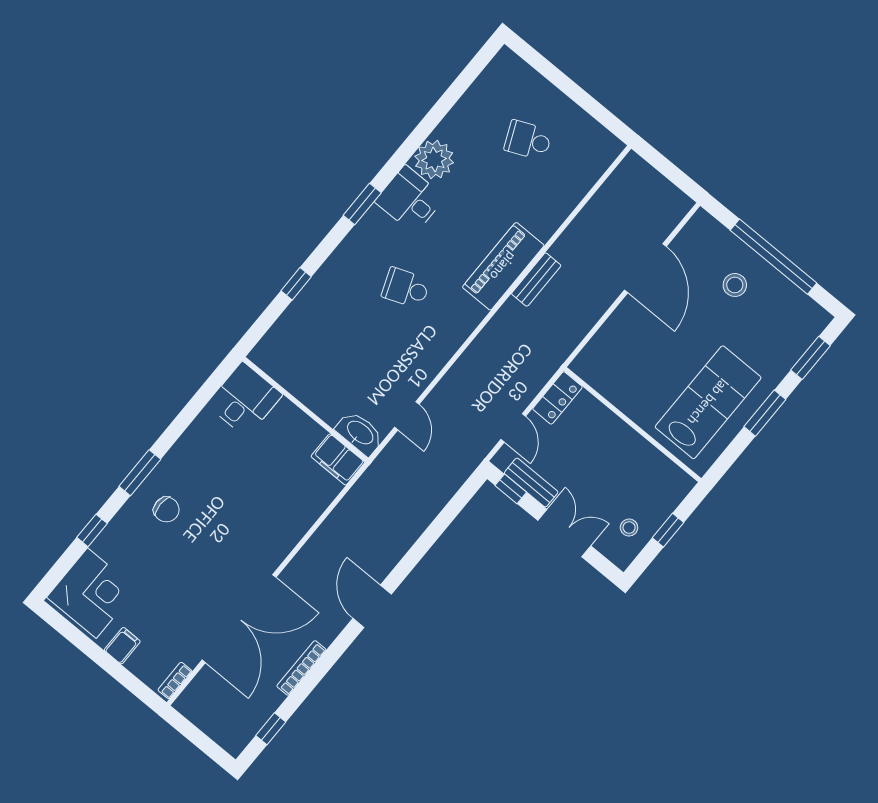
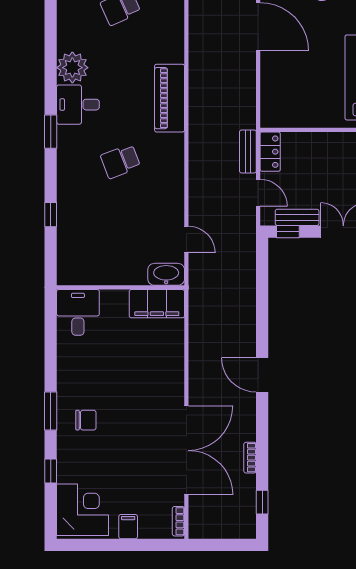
bench: (536, 280) -> (248, 151), moved
filing cabinet: (338, 459) -> (157, 304), width x1.50, depth x1.17
bookcase: (301, 668) -> (250, 458), width x0.64

